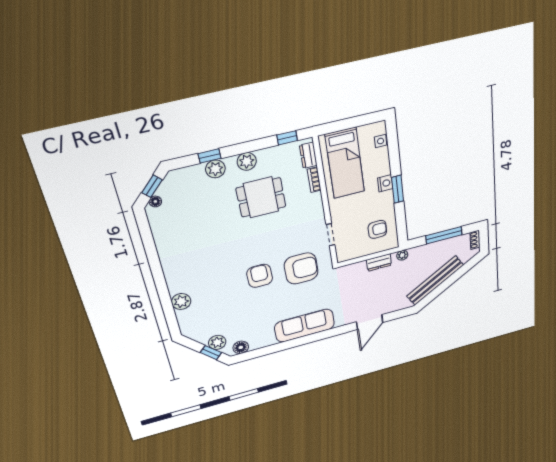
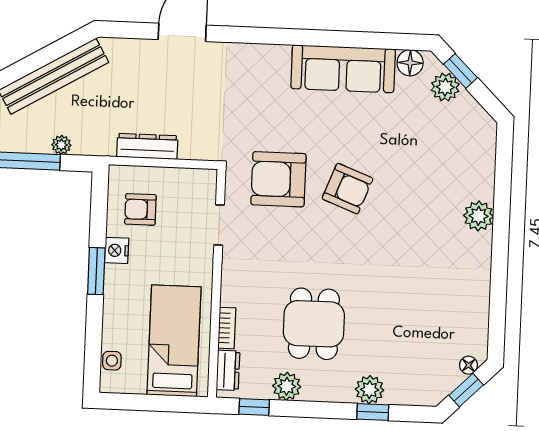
plant: (247, 161) -> (287, 386), moved
nightstand: (385, 183) -> (117, 250), moved
dining table: (261, 197) -> (314, 324), turned 90
plant: (402, 255) -> (61, 145), moved
dresser: (379, 262) -> (147, 146), width x1.44
armchair: (260, 276) -> (347, 189), turned -69
plant: (181, 302) -> (479, 216), moved
sofa: (305, 326) -> (343, 69), moved

